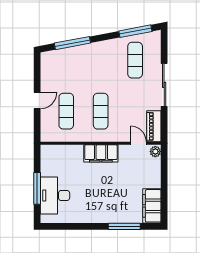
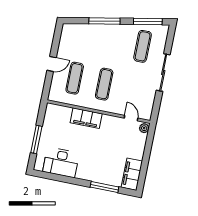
window: (72, 43) -> (104, 21), moved
piano: (154, 126) -> (147, 106), removed
filing cabinet: (101, 153) -> (86, 118), moved
desk: (55, 195) -> (61, 162), moved, turned -90

